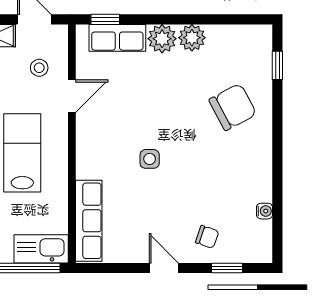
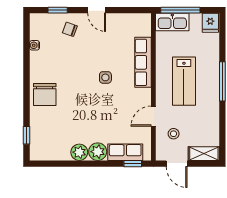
chair: (233, 107) -> (45, 95), moved, turned -62
row of seats: (89, 221) -> (143, 62), moved

